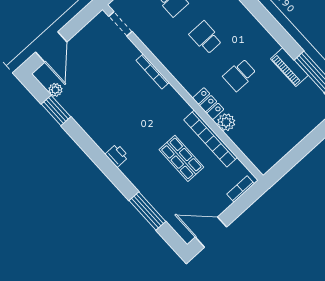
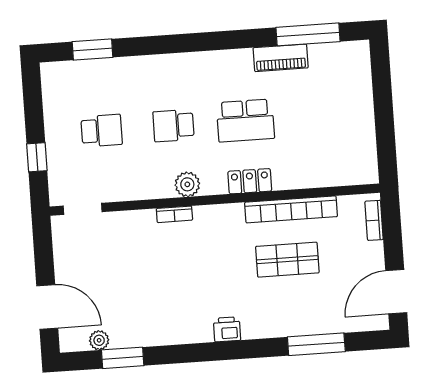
bookcase: (153, 71) -> (174, 214), width x0.64
school desk: (240, 75) -> (245, 121), width x1.85
plant: (226, 122) -> (187, 184), moved

